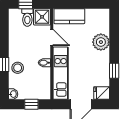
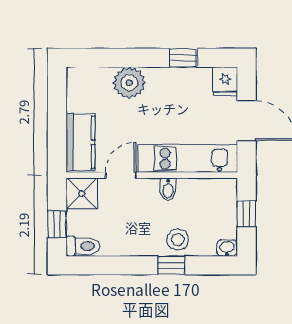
toilet: (27, 17) -> (83, 246), moved

